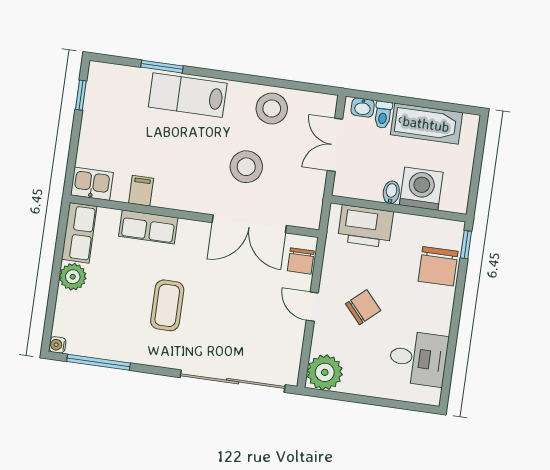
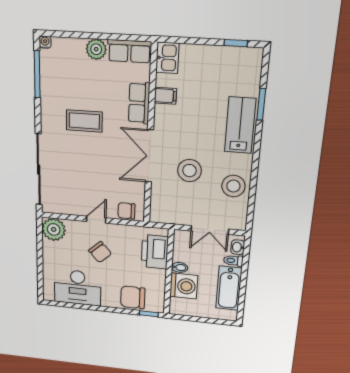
double door: (335, 145) -> (210, 230), swing flipped
double door: (249, 224) -> (149, 156), moved
desk: (418, 358) -> (78, 287), width x1.37

